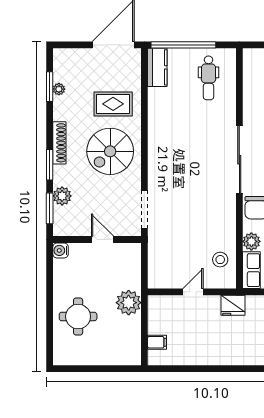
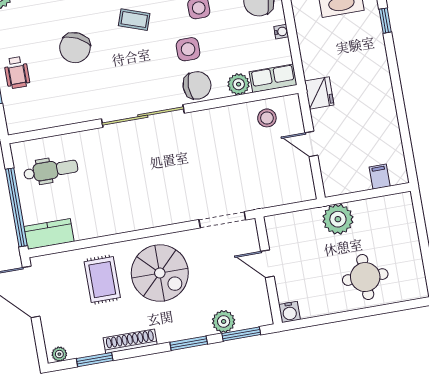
plant: (59, 89) -> (59, 354), moved
shoe rack: (59, 143) -> (130, 341), moved
door: (102, 239) -> (267, 264), hinge flipped

